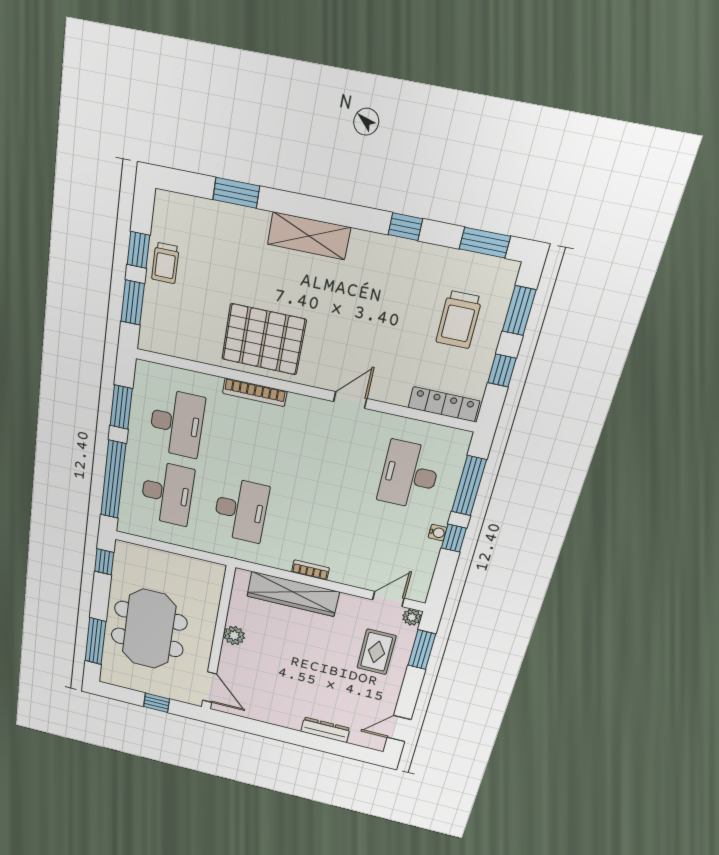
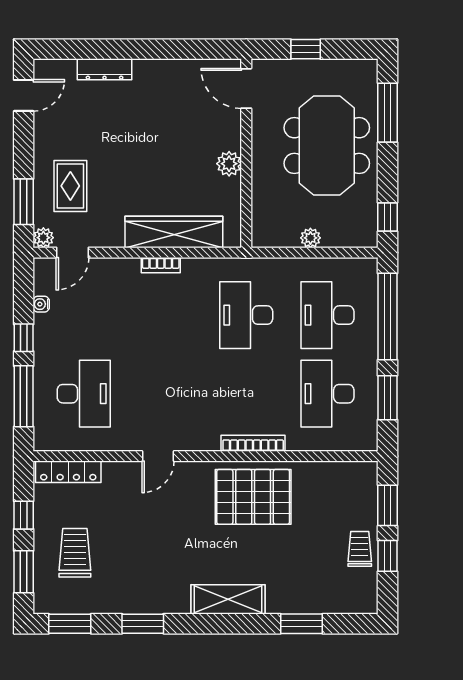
window: (405, 227) -> (143, 624), width x1.50
water cooler: (437, 533) -> (41, 304), moved
plant: (173, 561) -> (310, 238), added

